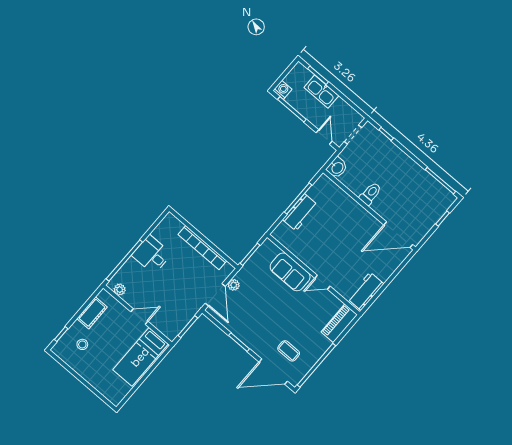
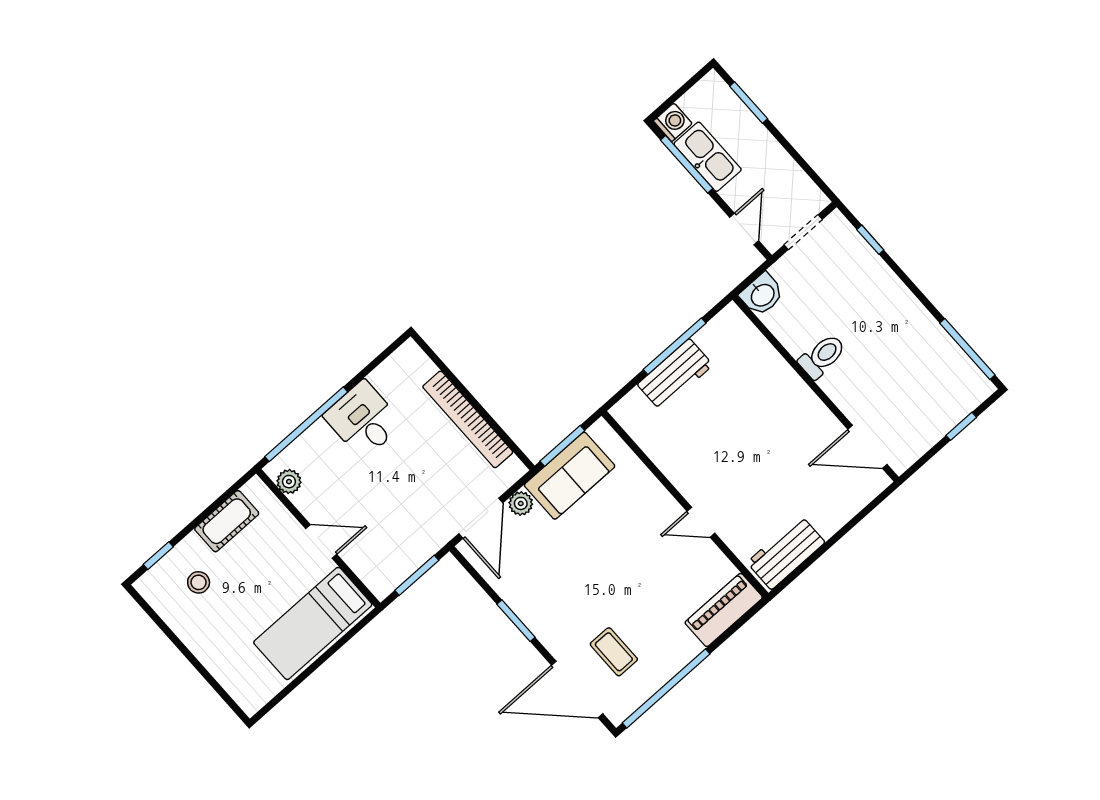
kitchen sink: (321, 92) -> (708, 157), moved, turned 180
door: (398, 235) -> (867, 447), width x0.73
sofa: (290, 272) -> (570, 476), moved, turned -90

